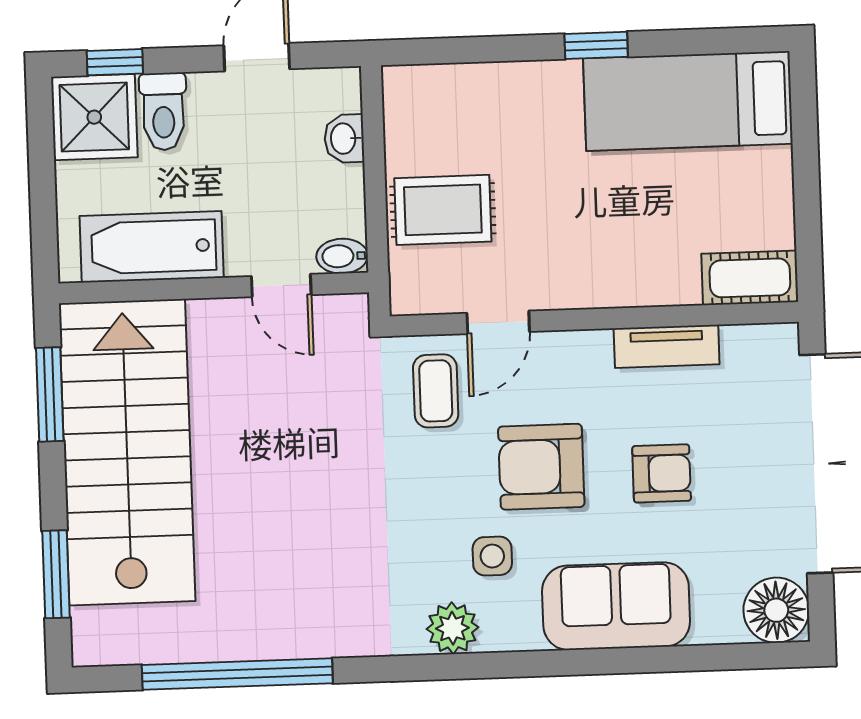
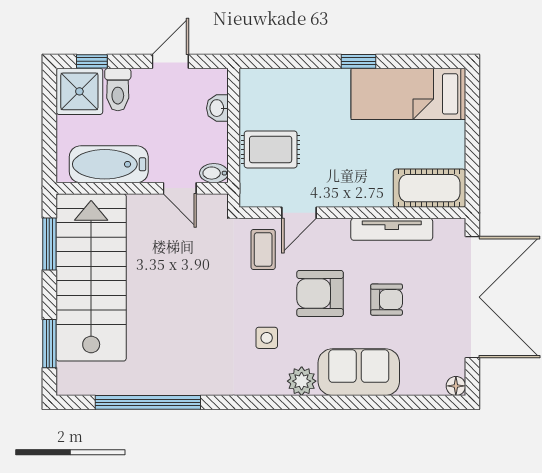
cot: (750, 278) -> (429, 188), width x1.37, depth x1.34
tv unit: (667, 346) -> (392, 229), width x1.41
side table: (492, 556) -> (267, 338), moved
floor lamp: (776, 610) -> (456, 386), width x0.53, depth x0.53
plant: (452, 628) -> (302, 381), moved

